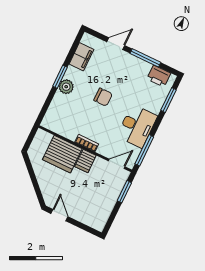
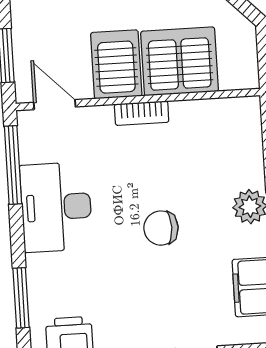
server rack: (85, 161) -> (116, 64), width x1.36, depth x1.44
door: (117, 164) -> (55, 105), swing flipped

